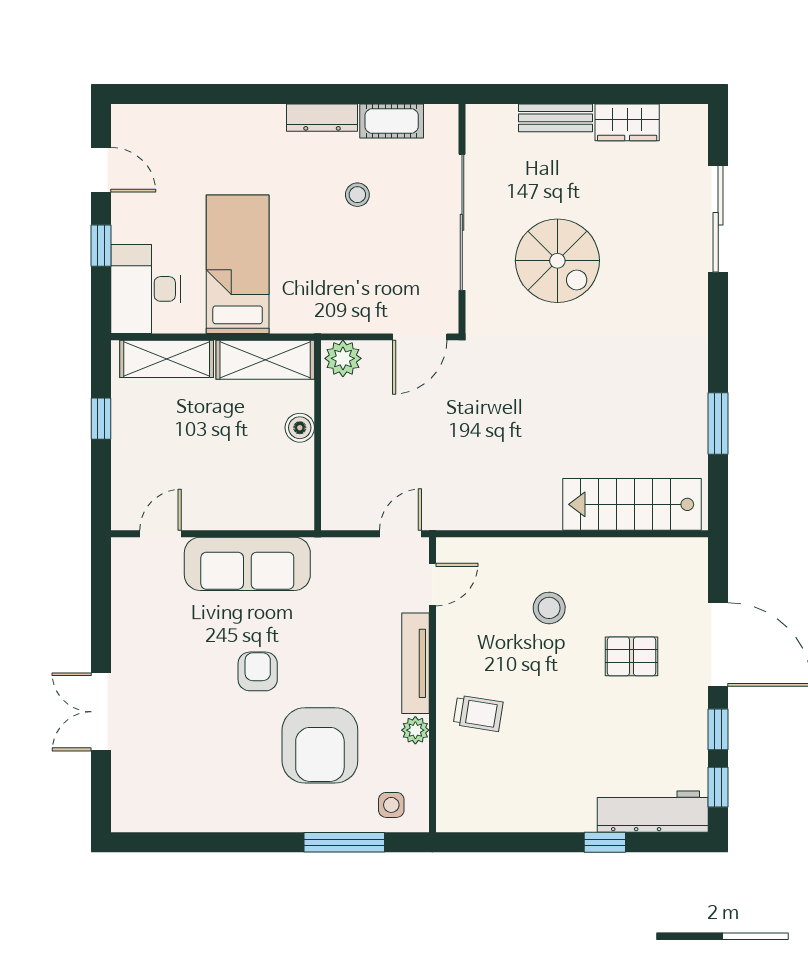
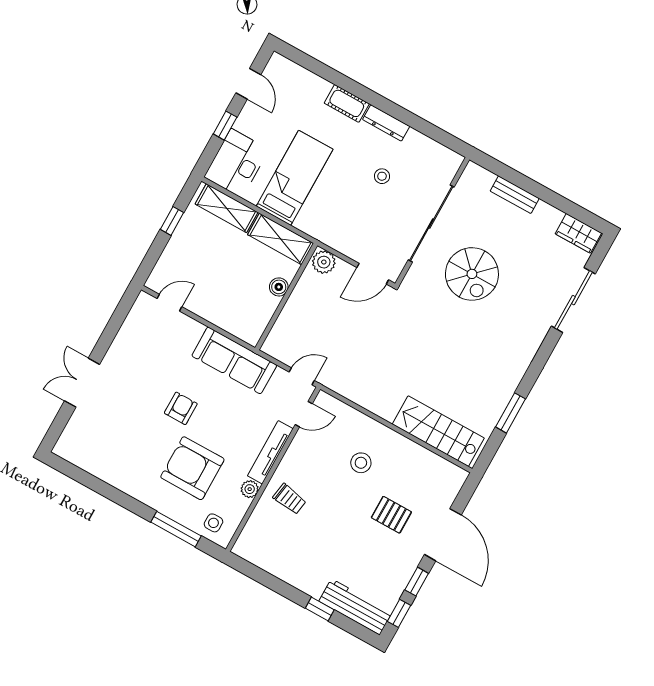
cot: (392, 121) -> (347, 103), moved
wardrobe: (627, 122) -> (578, 233), moved
sofa: (247, 564) -> (234, 360), moved
armchair: (320, 745) -> (192, 468), turned 90

